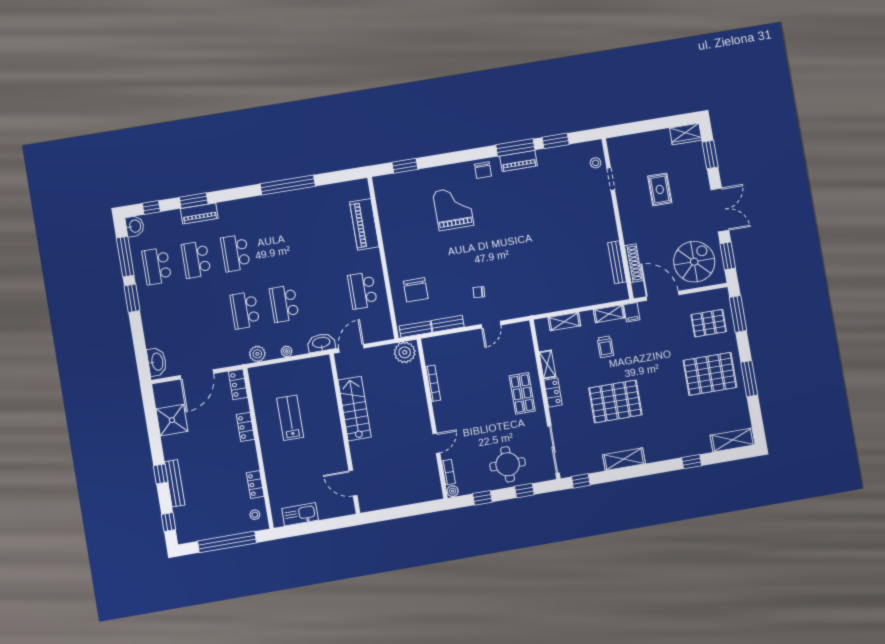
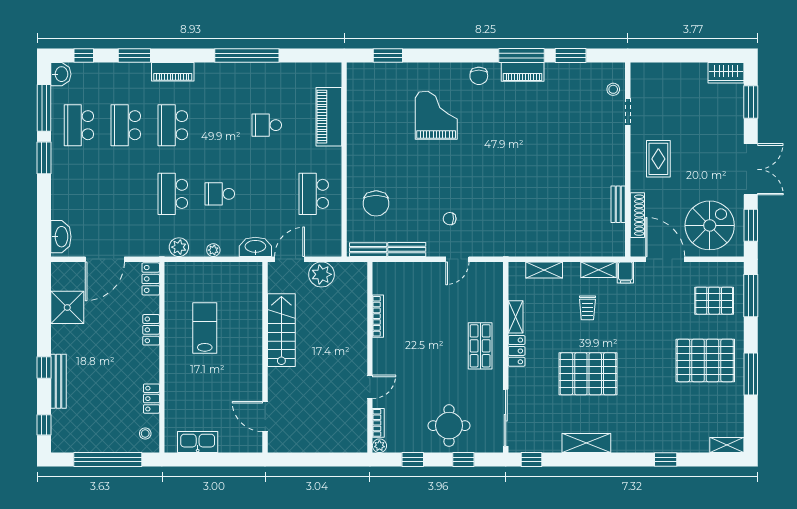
rug: (660, 189) -> (658, 159), moved
piano: (199, 213) -> (173, 72), moved
school desk: (314, 240) -> (267, 125), added
bench: (617, 262) -> (618, 204), width x0.73
school desk: (284, 304) -> (220, 194), width x0.54
plant: (405, 352) -> (322, 274), moved
shelving: (733, 440) -> (727, 445), width x0.67, depth x0.75

